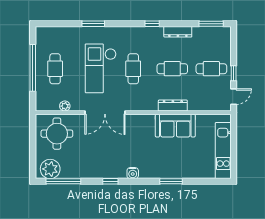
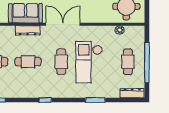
dresser: (178, 32) -> (132, 93), moved
checkout: (101, 68) -> (89, 62), turned 180
double door: (105, 113) -> (63, 24), moved

